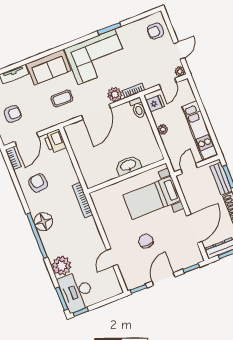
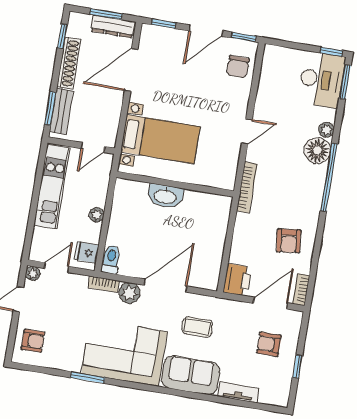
floor lamp: (43, 222) -> (317, 151), moved
chair: (146, 241) -> (238, 67), moved
door: (112, 257) -> (247, 131), moved
plant: (62, 266) -> (326, 130), width x0.53, depth x0.53

